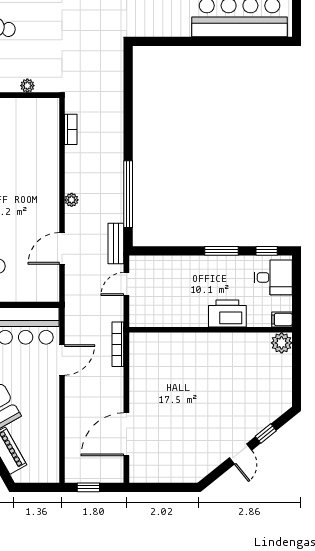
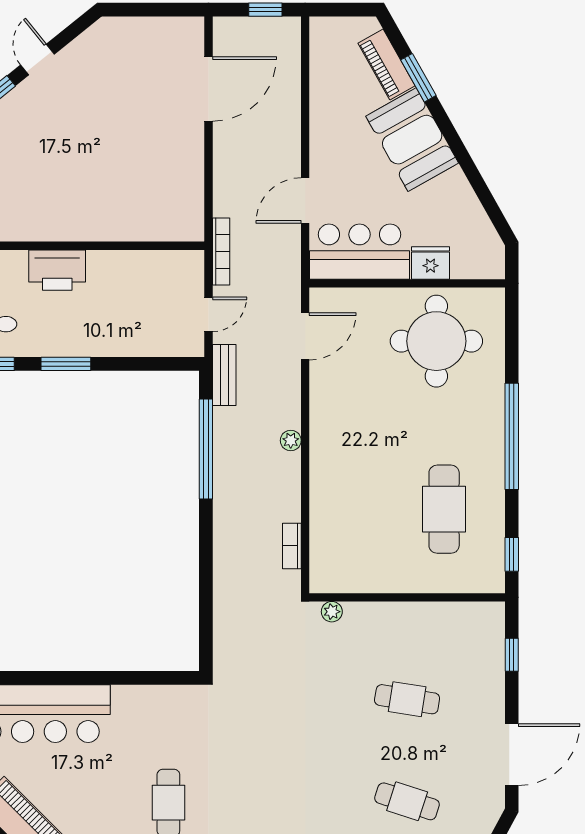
plant: (27, 86) -> (332, 612), moved
door: (62, 248) -> (305, 336), moved
bookcase: (118, 344) -> (221, 251), moved

